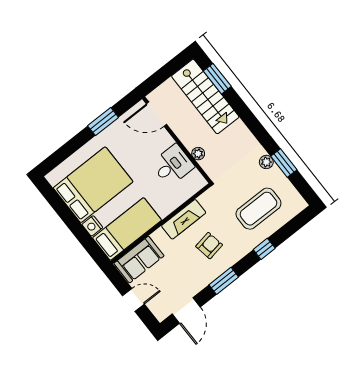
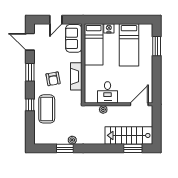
window: (103, 122) -> (157, 46), moved
bed: (93, 185) -> (129, 45), width x0.67
coffee table: (258, 209) -> (47, 109), moved

